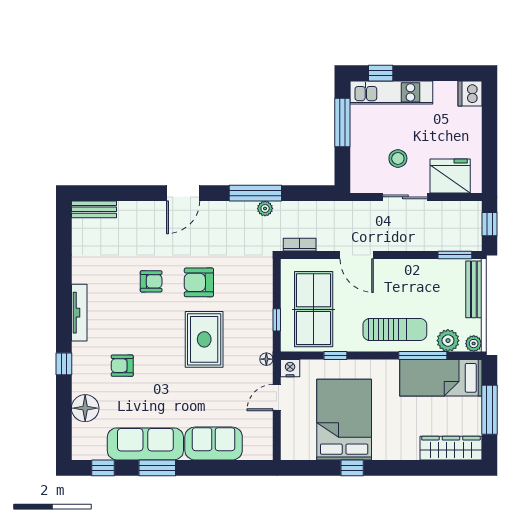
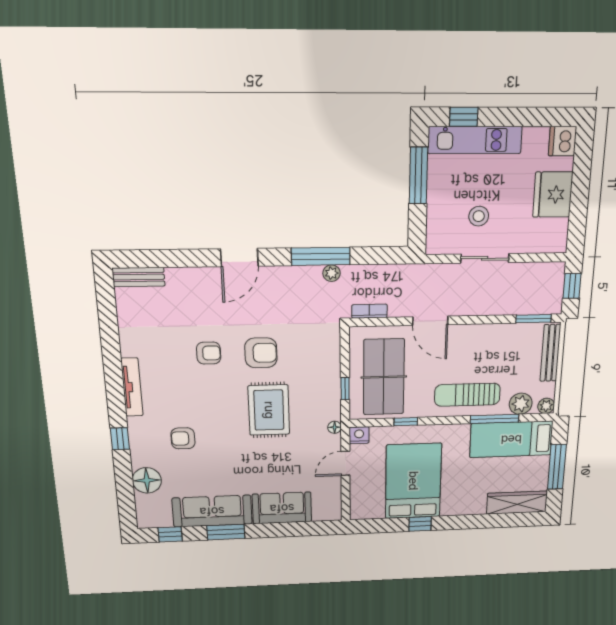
fridge: (450, 176) -> (553, 195), moved, turned -90
armchair: (199, 282) -> (261, 353), turned 180
sun lounger: (395, 330) -> (467, 395), turned 180

